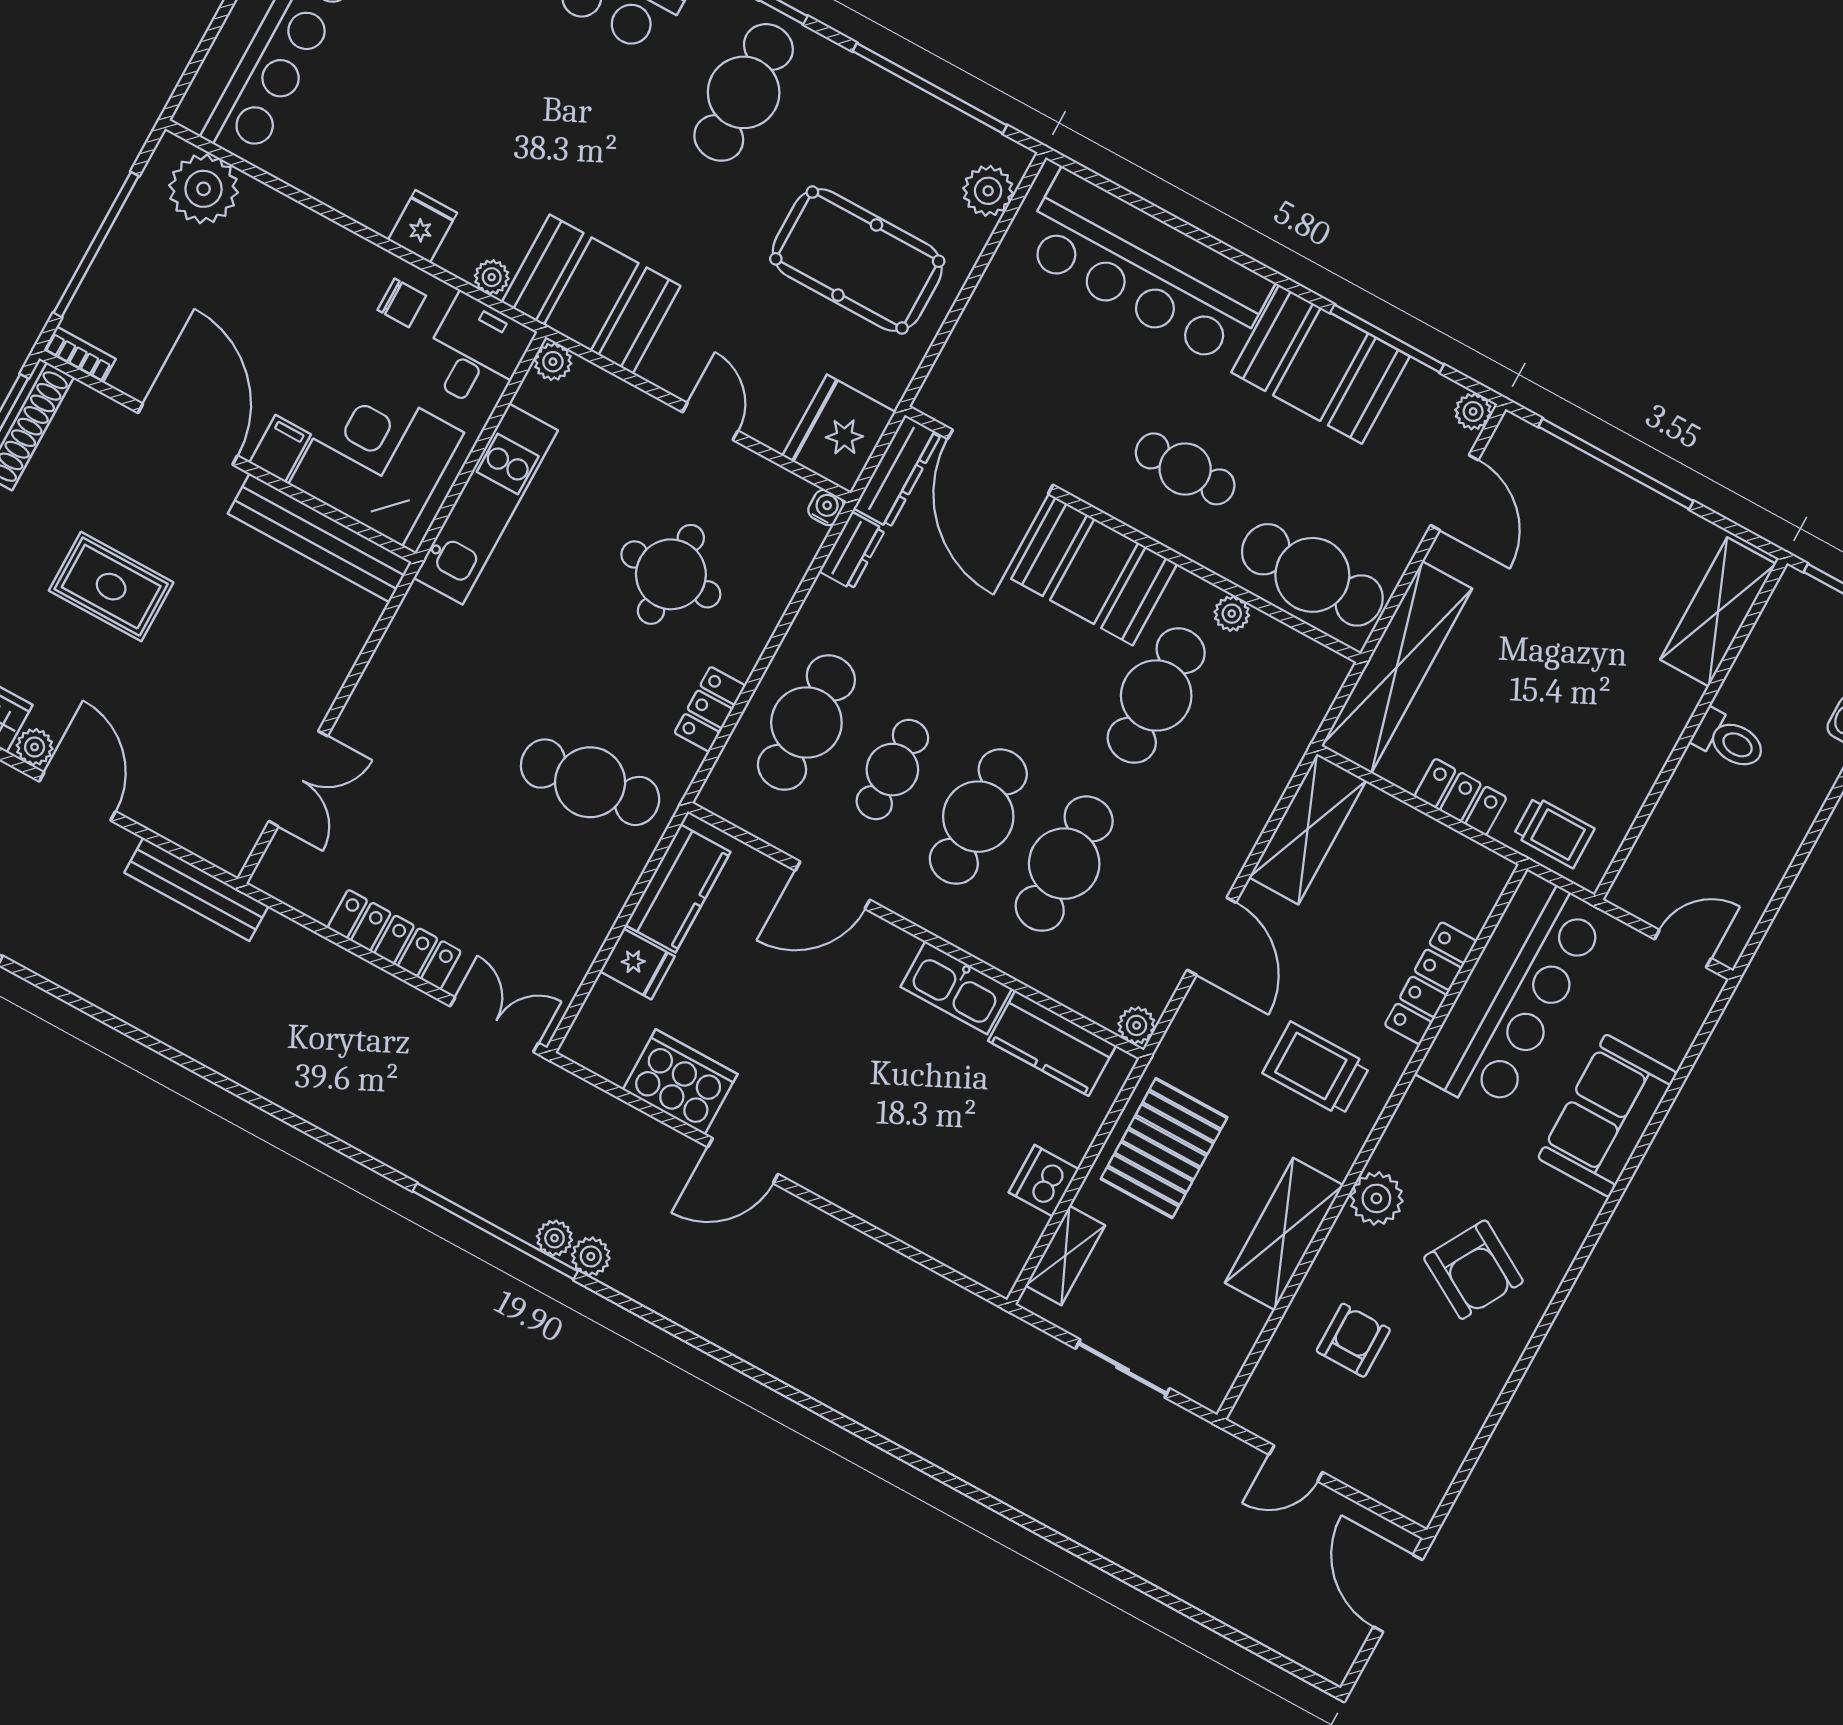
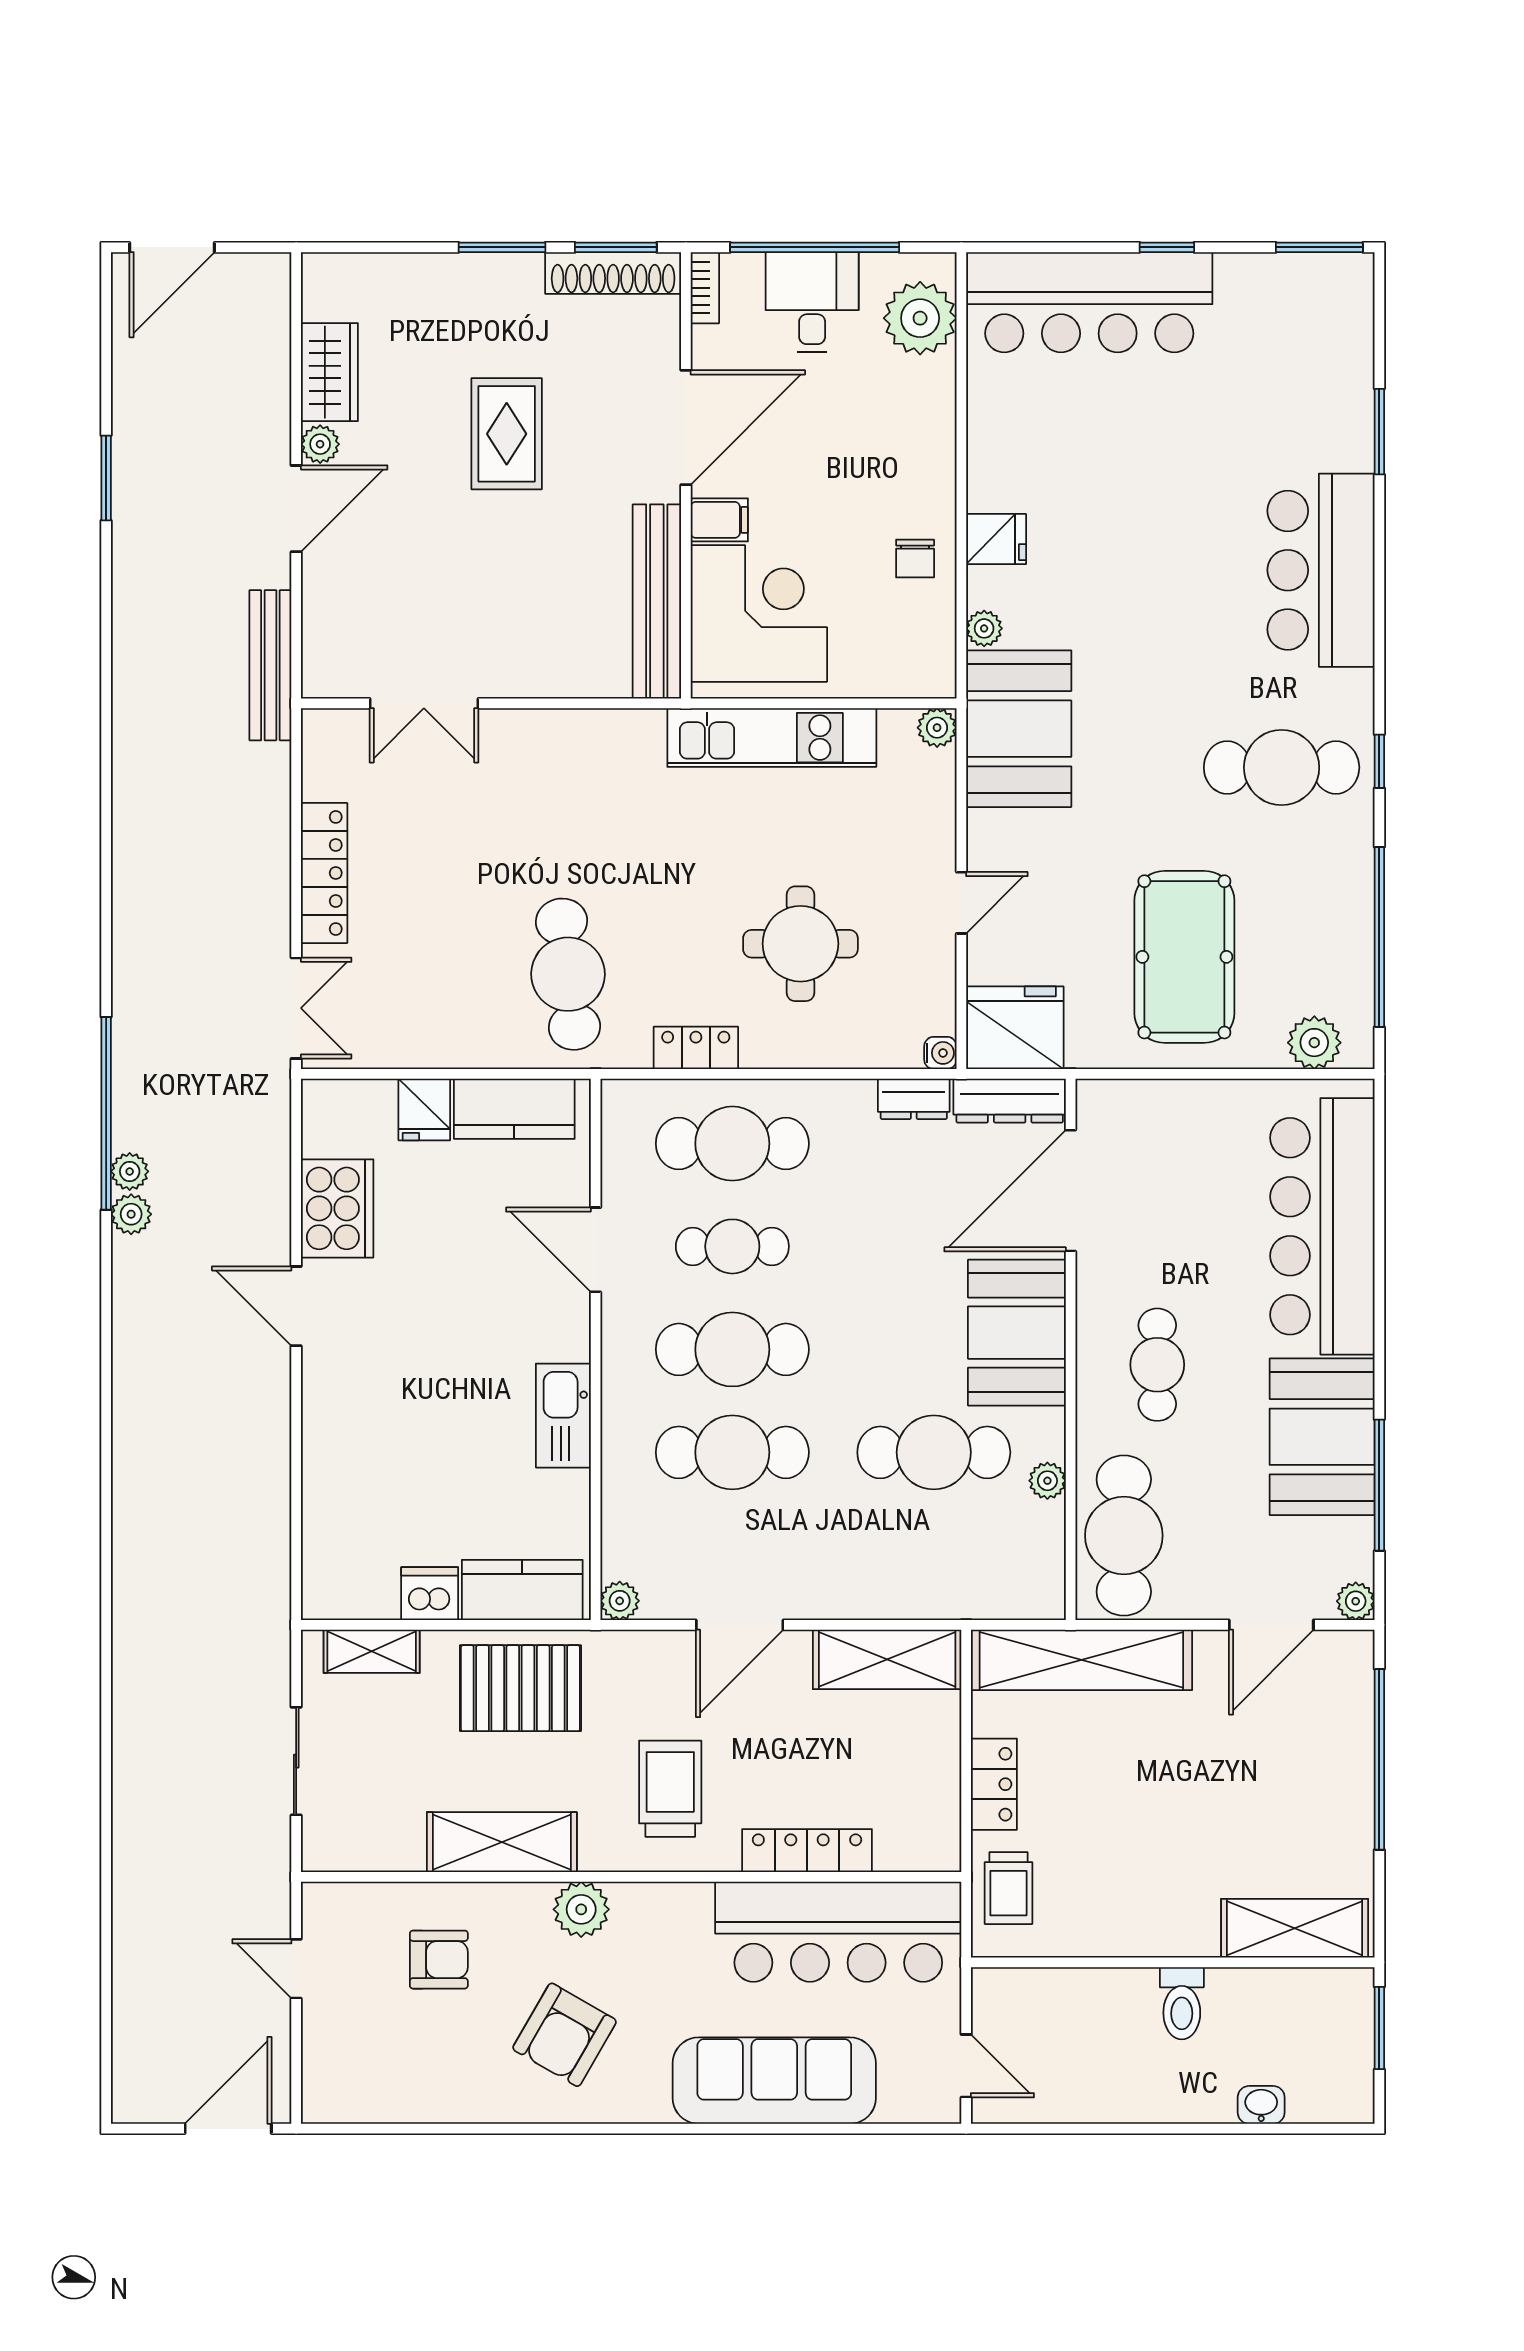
desk: (476, 353) -> (812, 302), moved, turned -90
kitchen counter: (1052, 1043) -> (522, 1590), moved, turned 90
sofa: (1608, 1116) -> (774, 2081), width x1.36

